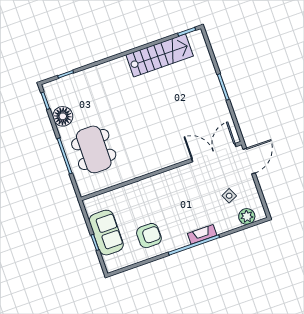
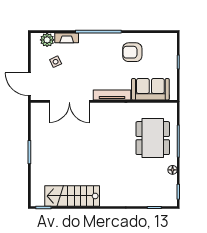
floor lamp: (63, 116) -> (173, 170), width x0.53, depth x0.53
double door: (214, 153) -> (69, 101), moved
door: (249, 161) -> (29, 84), hinge flipped
tv unit: (155, 181) -> (112, 95), added
sofa: (106, 233) -> (150, 89), moved, turned 90
fireplace: (202, 234) -> (67, 38), moved

